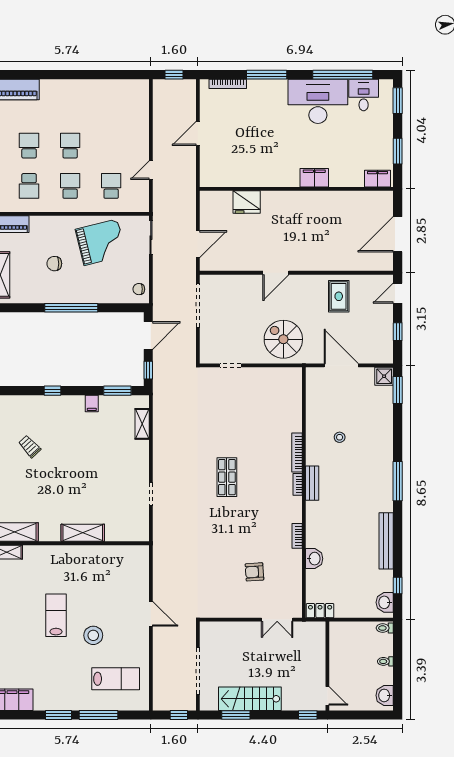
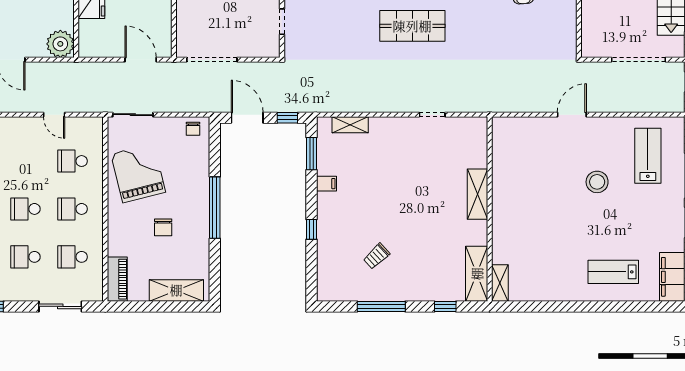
plant: (211, 175) -> (60, 44), added
school desk: (29, 186) -> (73, 257), turned 180
shop shelf: (227, 477) -> (412, 26), width x1.43, depth x1.36
lab bench: (56, 615) -> (613, 272), moved

